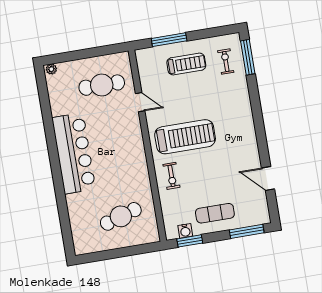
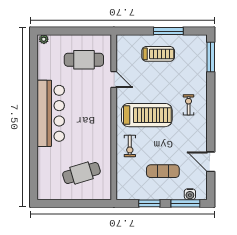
window: (169, 40) -> (168, 31), moved
exercise bike: (226, 61) -> (189, 105), moved
exercise mat: (215, 213) -> (163, 171), moved
water cooler: (185, 231) -> (190, 194), moved
window: (190, 241) -> (149, 203), moved

